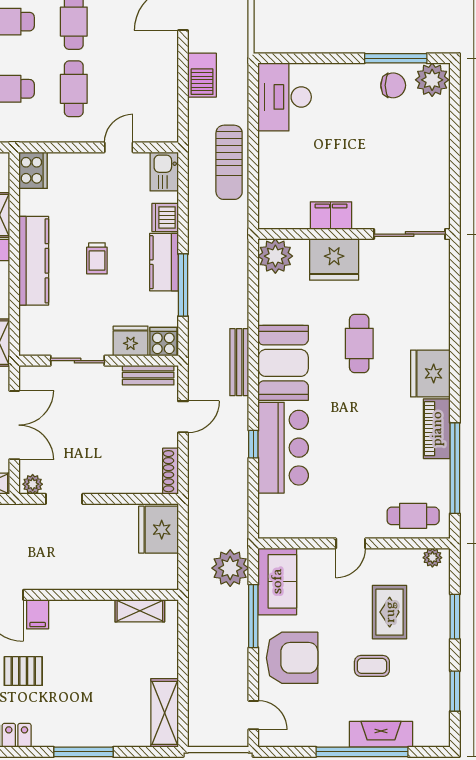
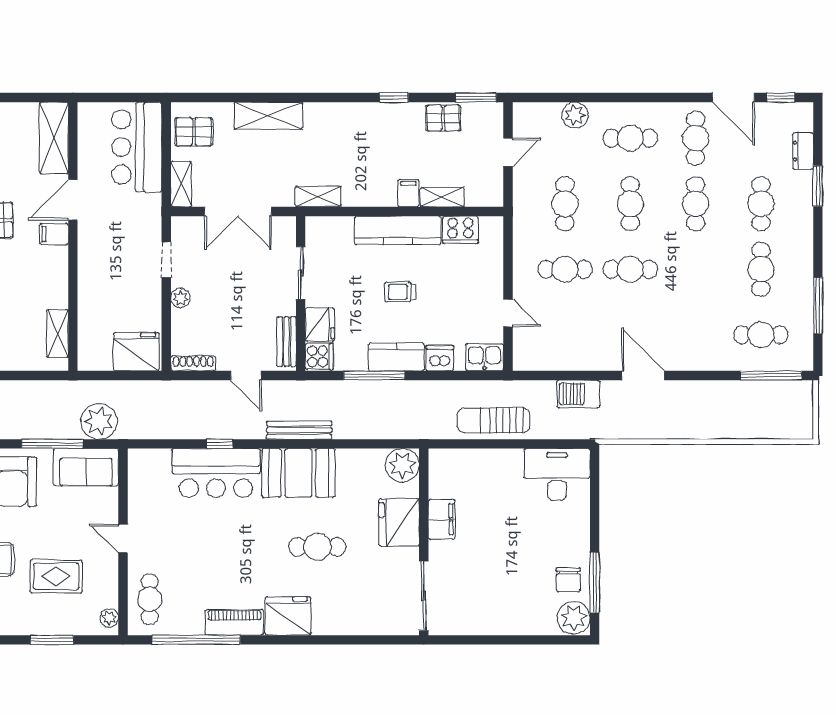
cooker: (33, 170) -> (460, 230), moved
plant: (33, 484) -> (180, 298), moved

